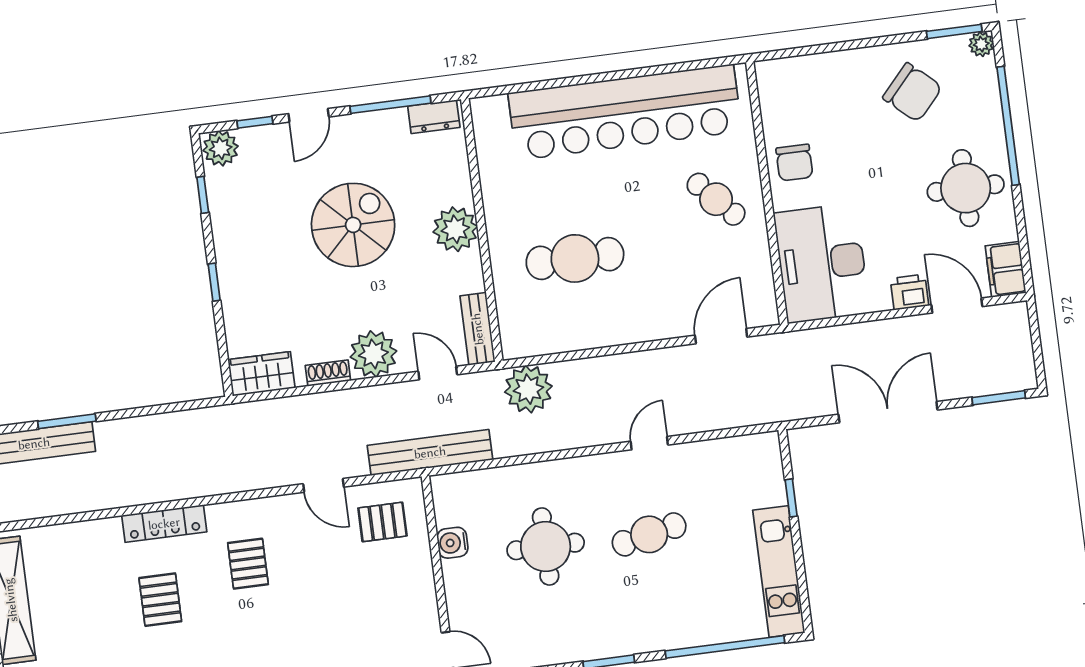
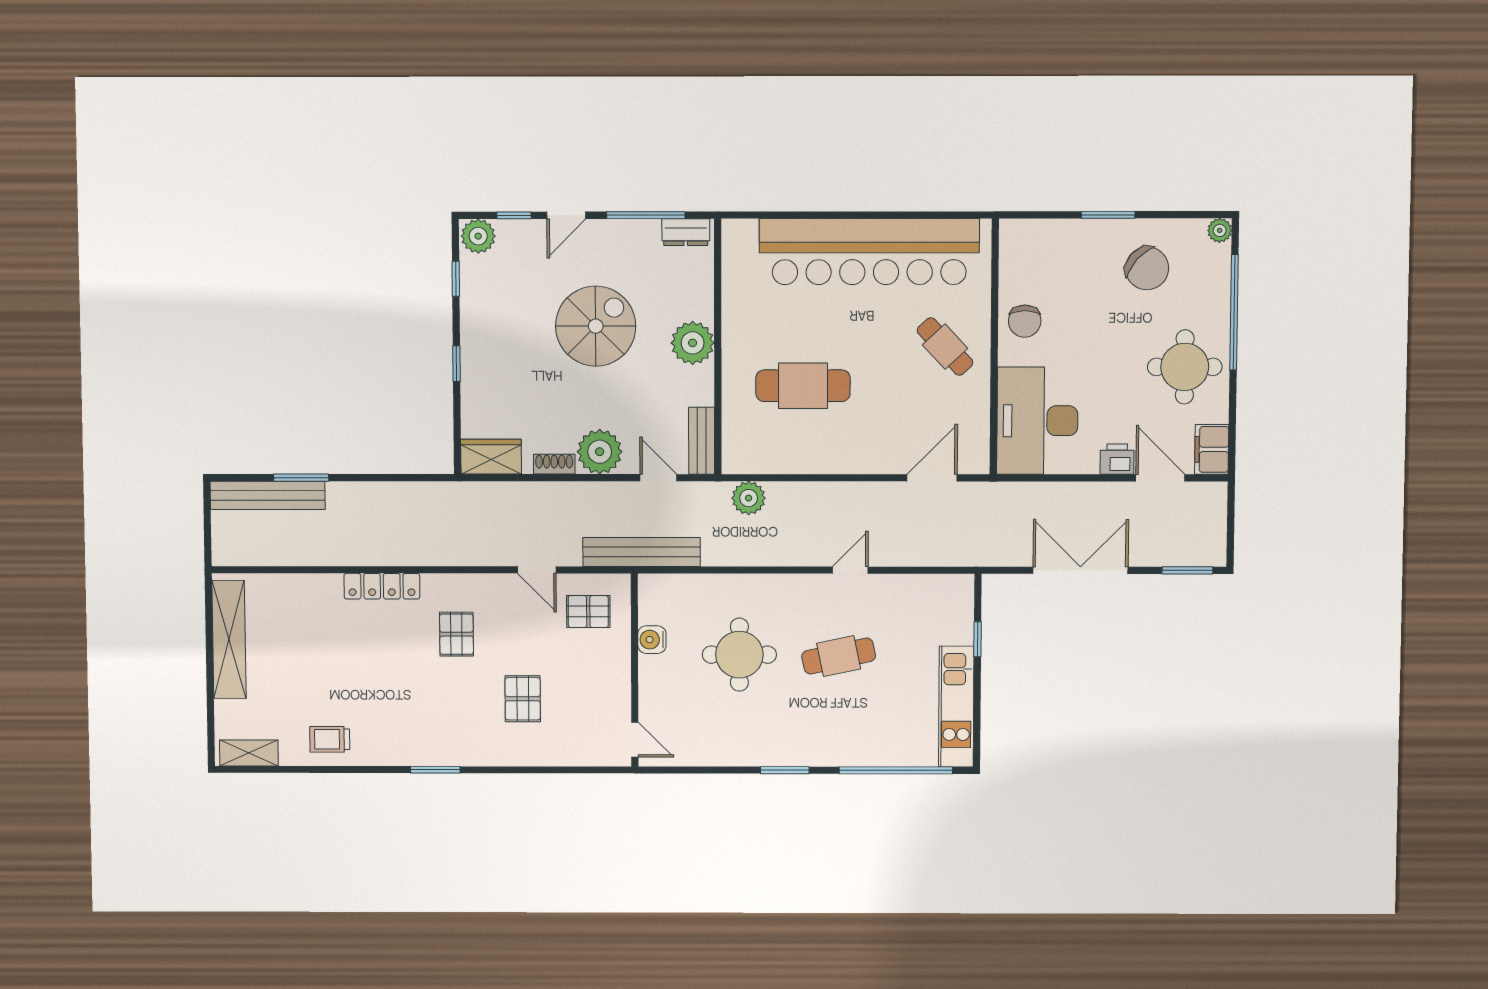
window: (954, 31) -> (1108, 215), moved
plant: (528, 389) -> (749, 498), width x0.73, depth x0.73
pallet: (160, 600) -> (523, 699), moved

